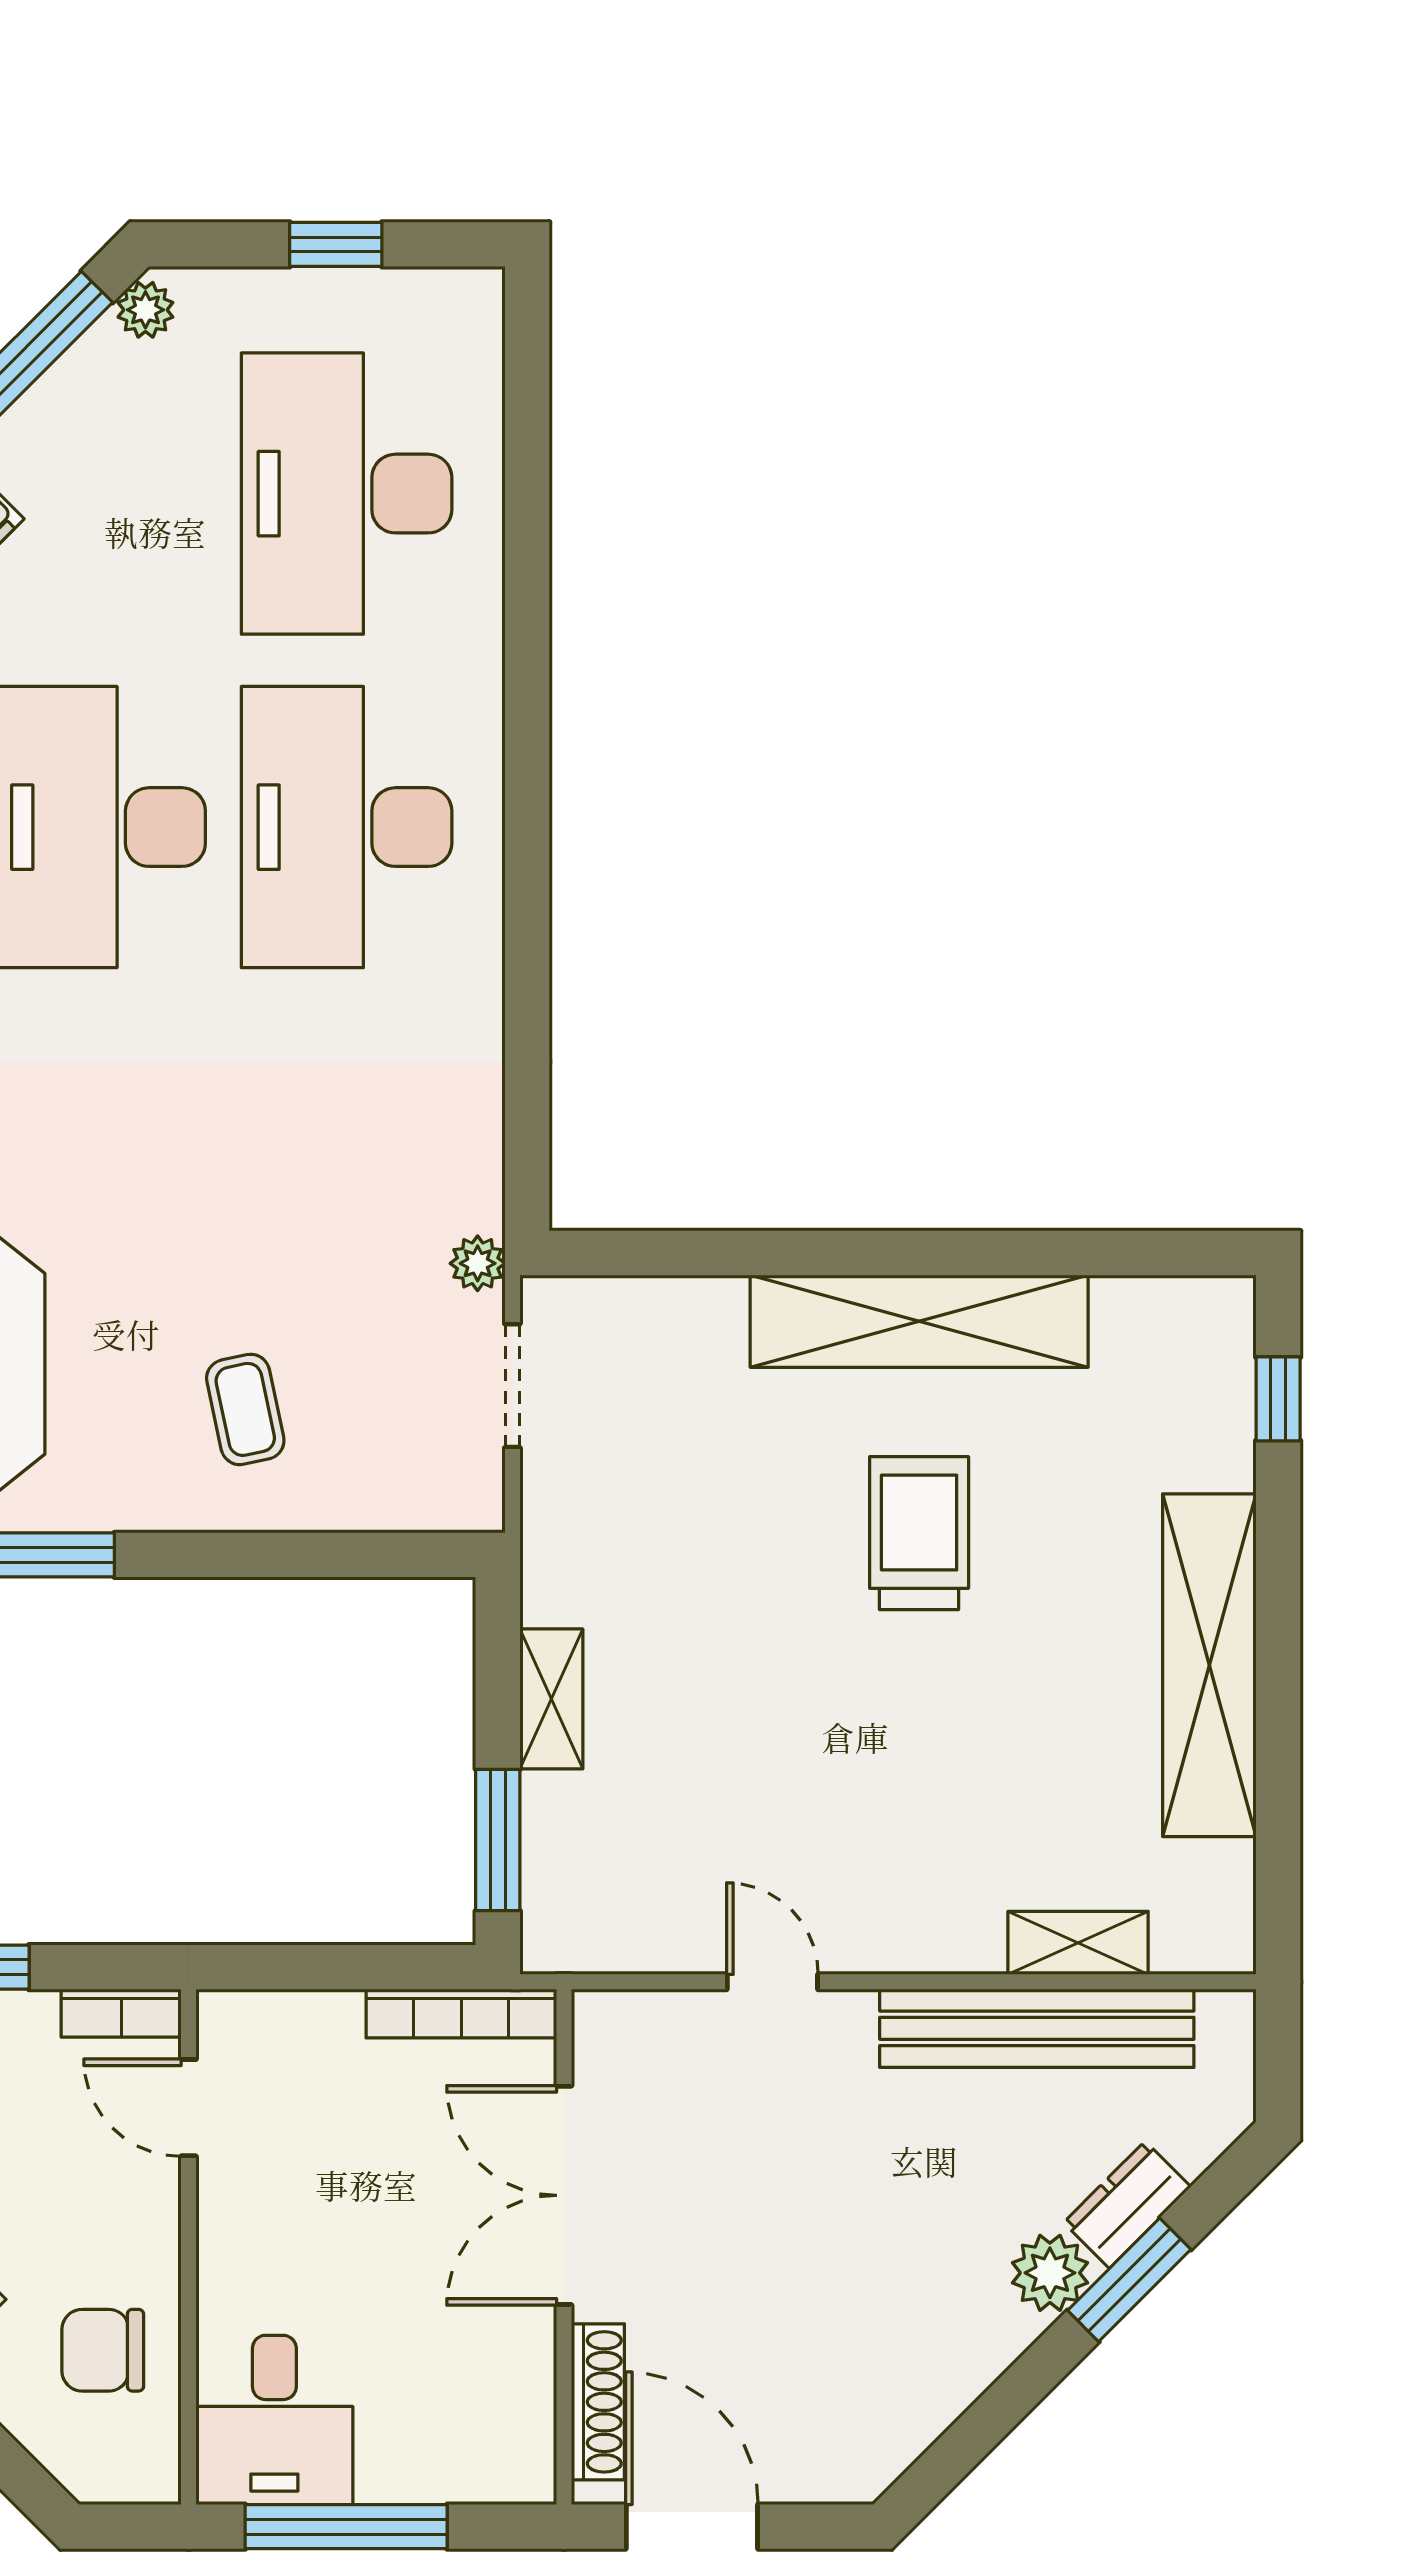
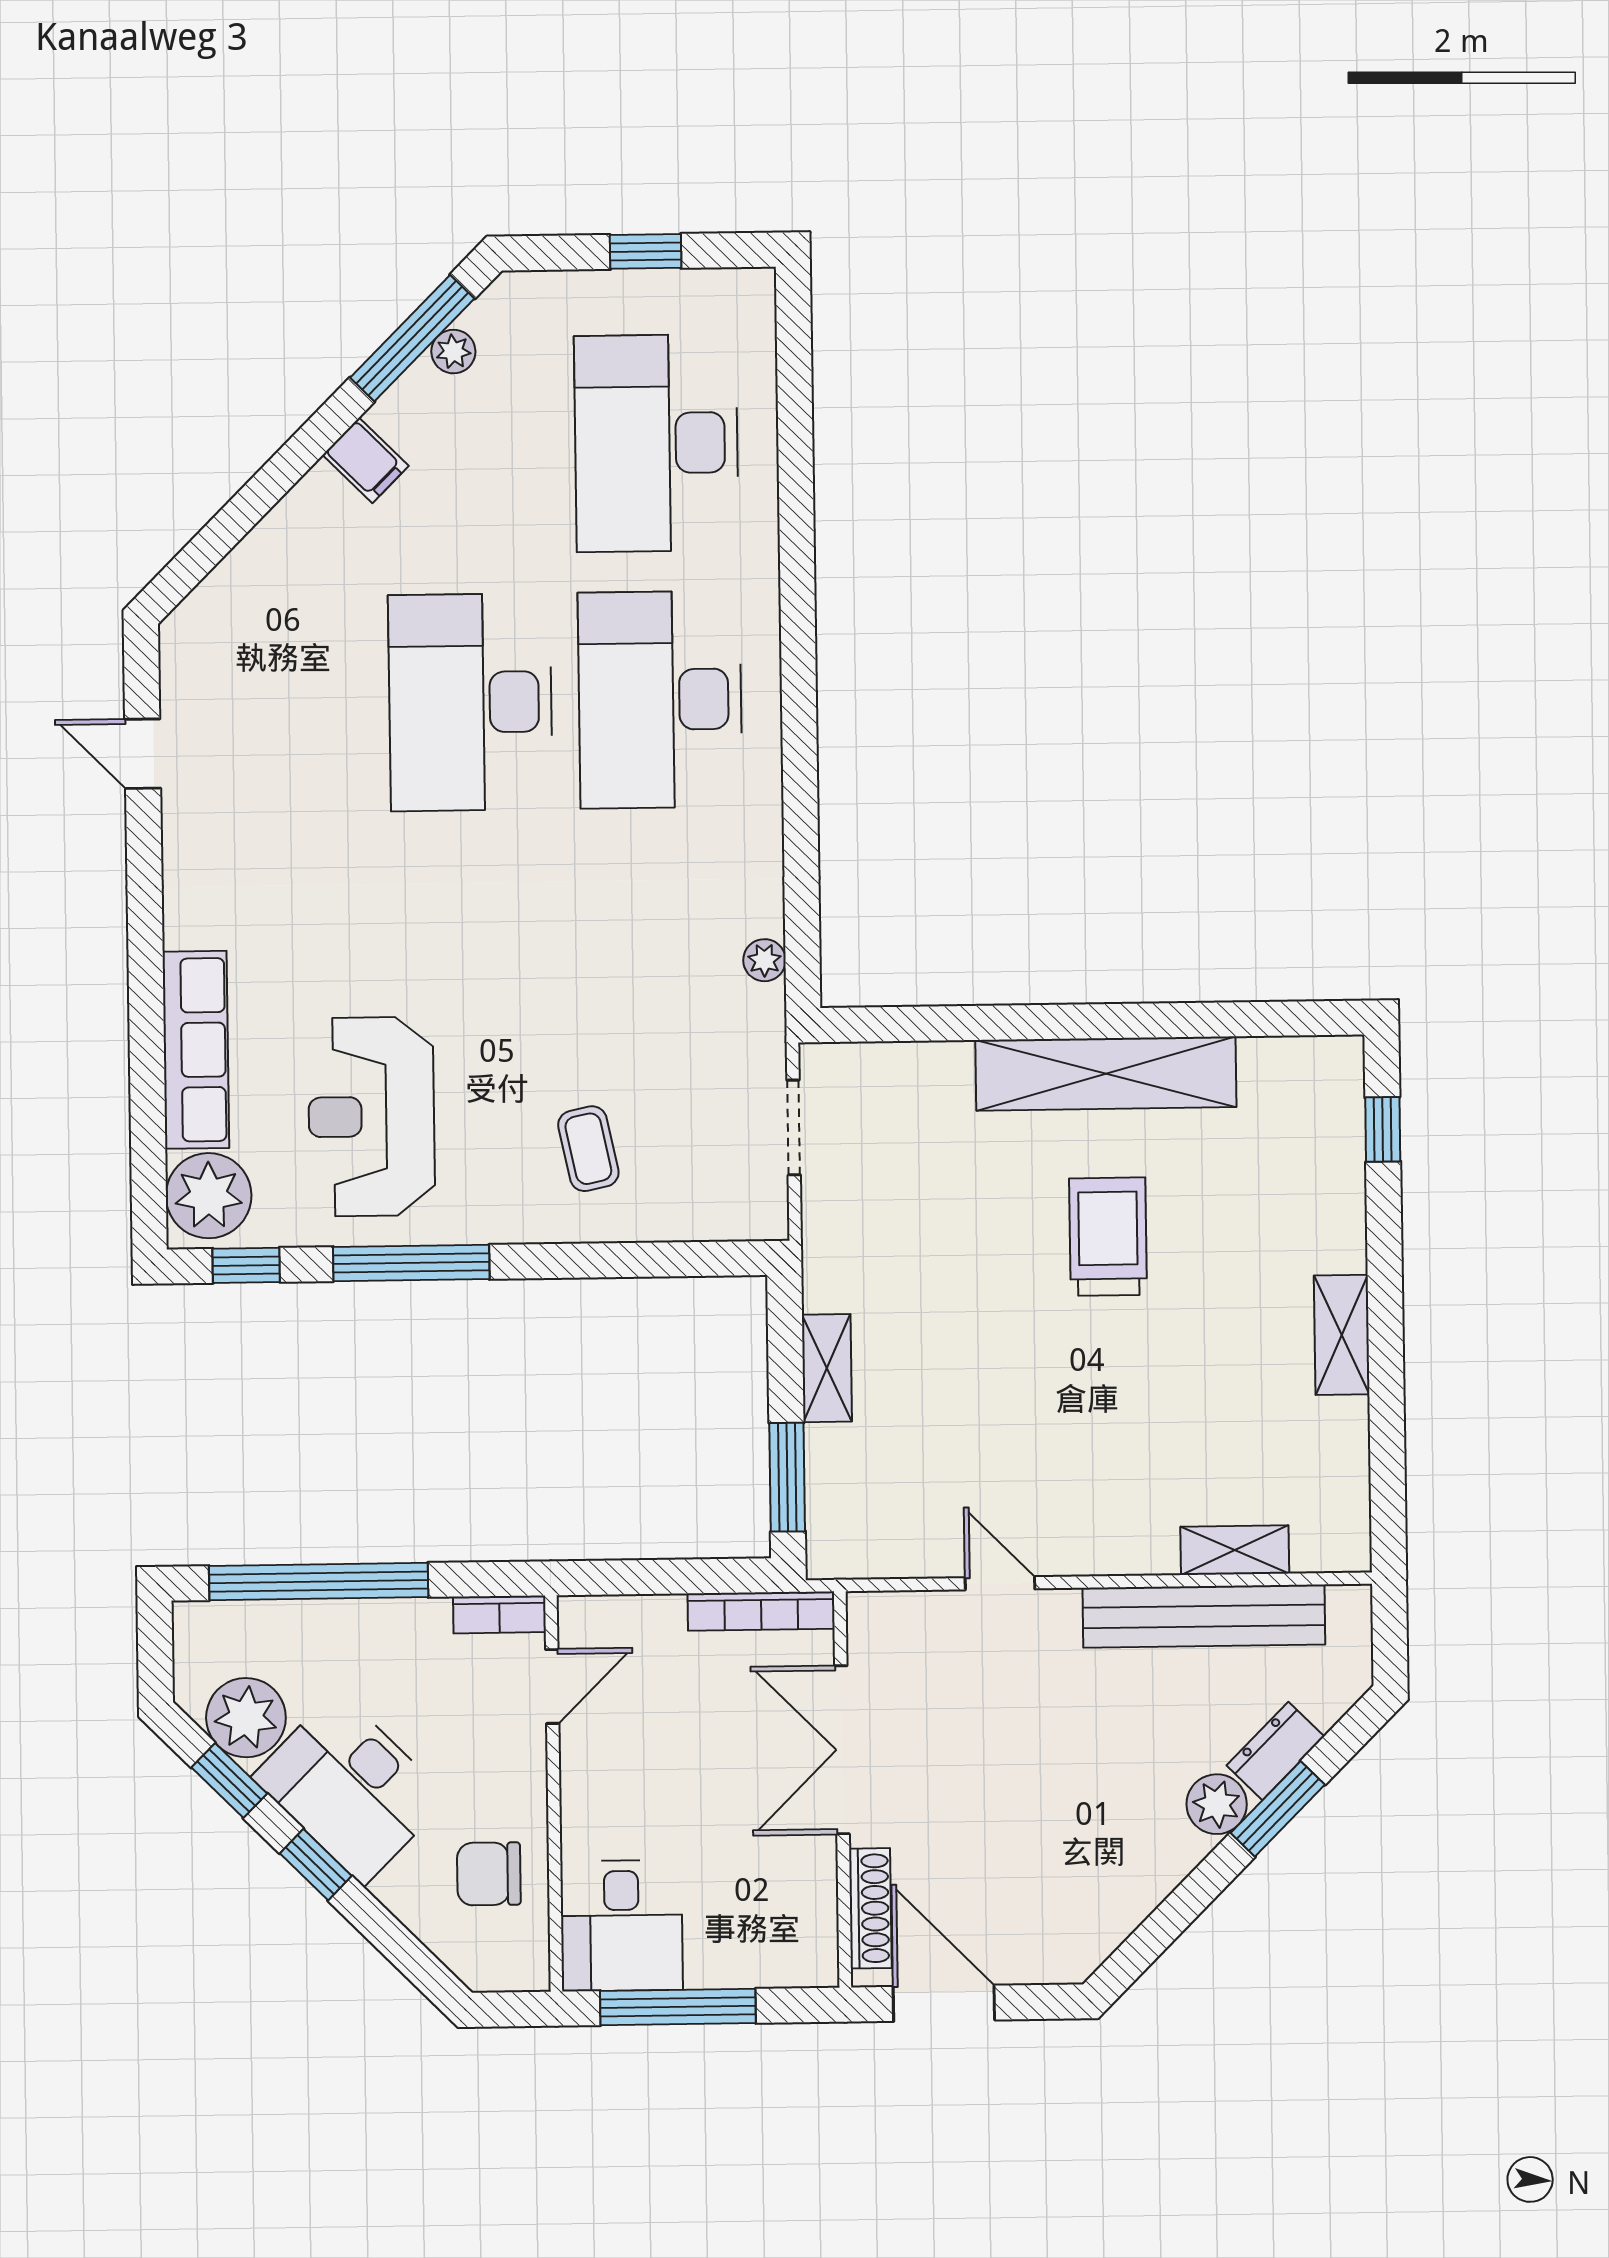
plant: (145, 310) -> (453, 352), moved
plant: (478, 1263) -> (764, 960), moved
shelving: (1209, 1665) -> (1342, 1335), width x0.45, depth x0.75
door: (189, 2108) -> (552, 1686), swing flipped

